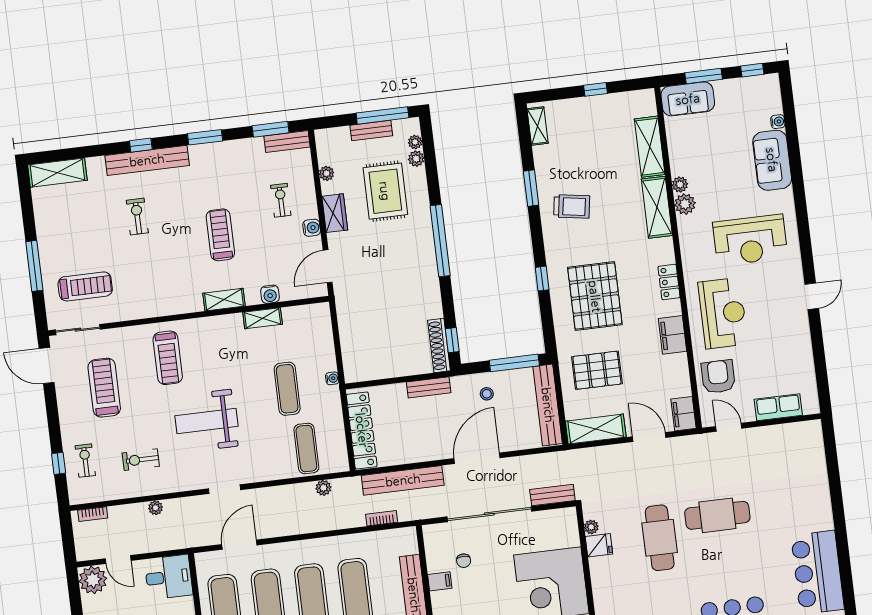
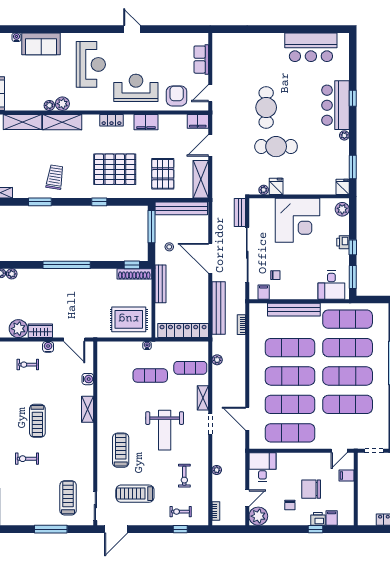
plant: (327, 173) -> (18, 329), width x1.88, depth x1.88
rug: (385, 191) -> (129, 319), moved
treadmill: (220, 235) -> (37, 421), moved, turned -90
shelving: (263, 318) -> (203, 398), moved
treadmill: (168, 358) -> (121, 450), turned -90
armchair: (718, 377) -> (177, 96), turned 90
bench: (429, 387) -> (161, 284), width x1.36
filing cabinet: (440, 581) -> (264, 292), moved

